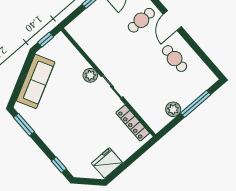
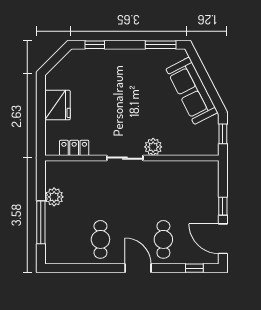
cafe table: (175, 59) -> (100, 239), turned 90
locker: (133, 123) -> (74, 148), width x0.66
fridge: (107, 163) -> (58, 105), moved

